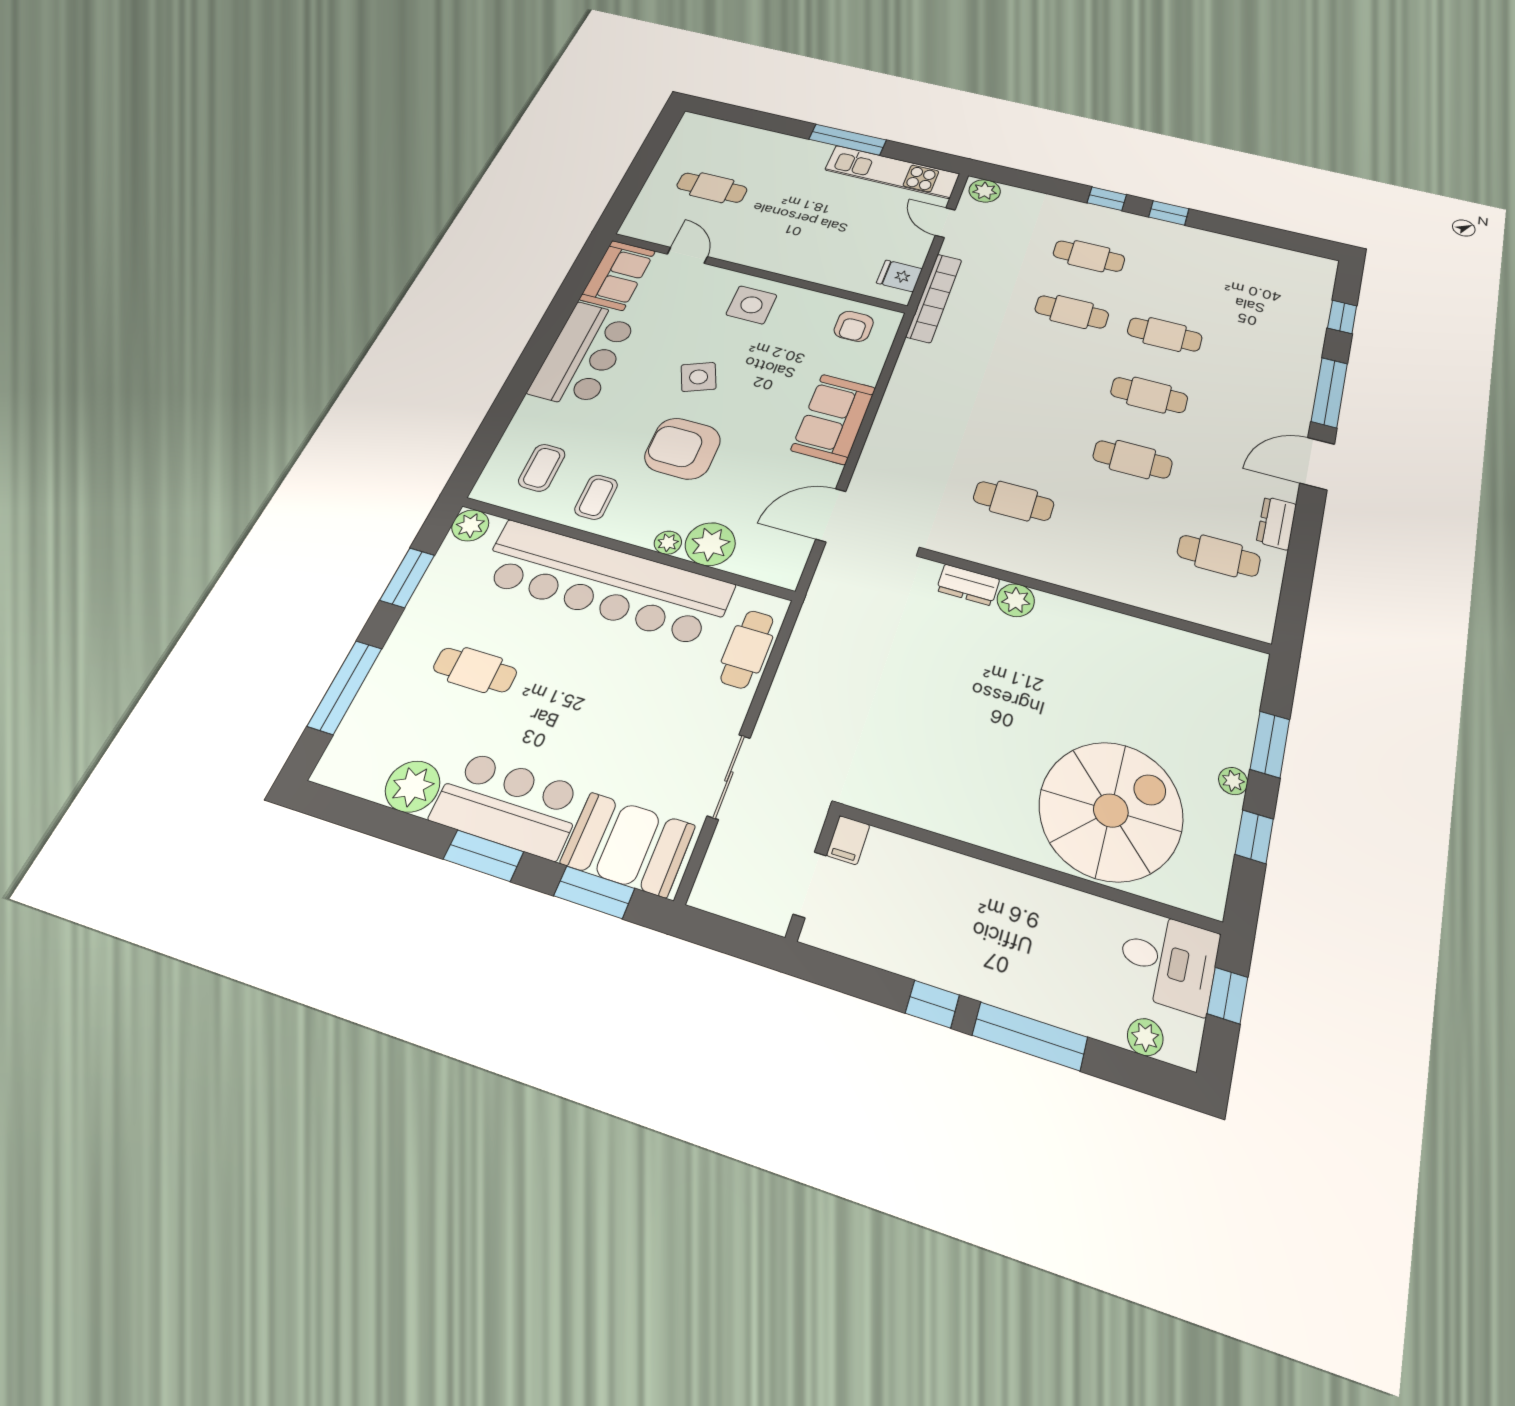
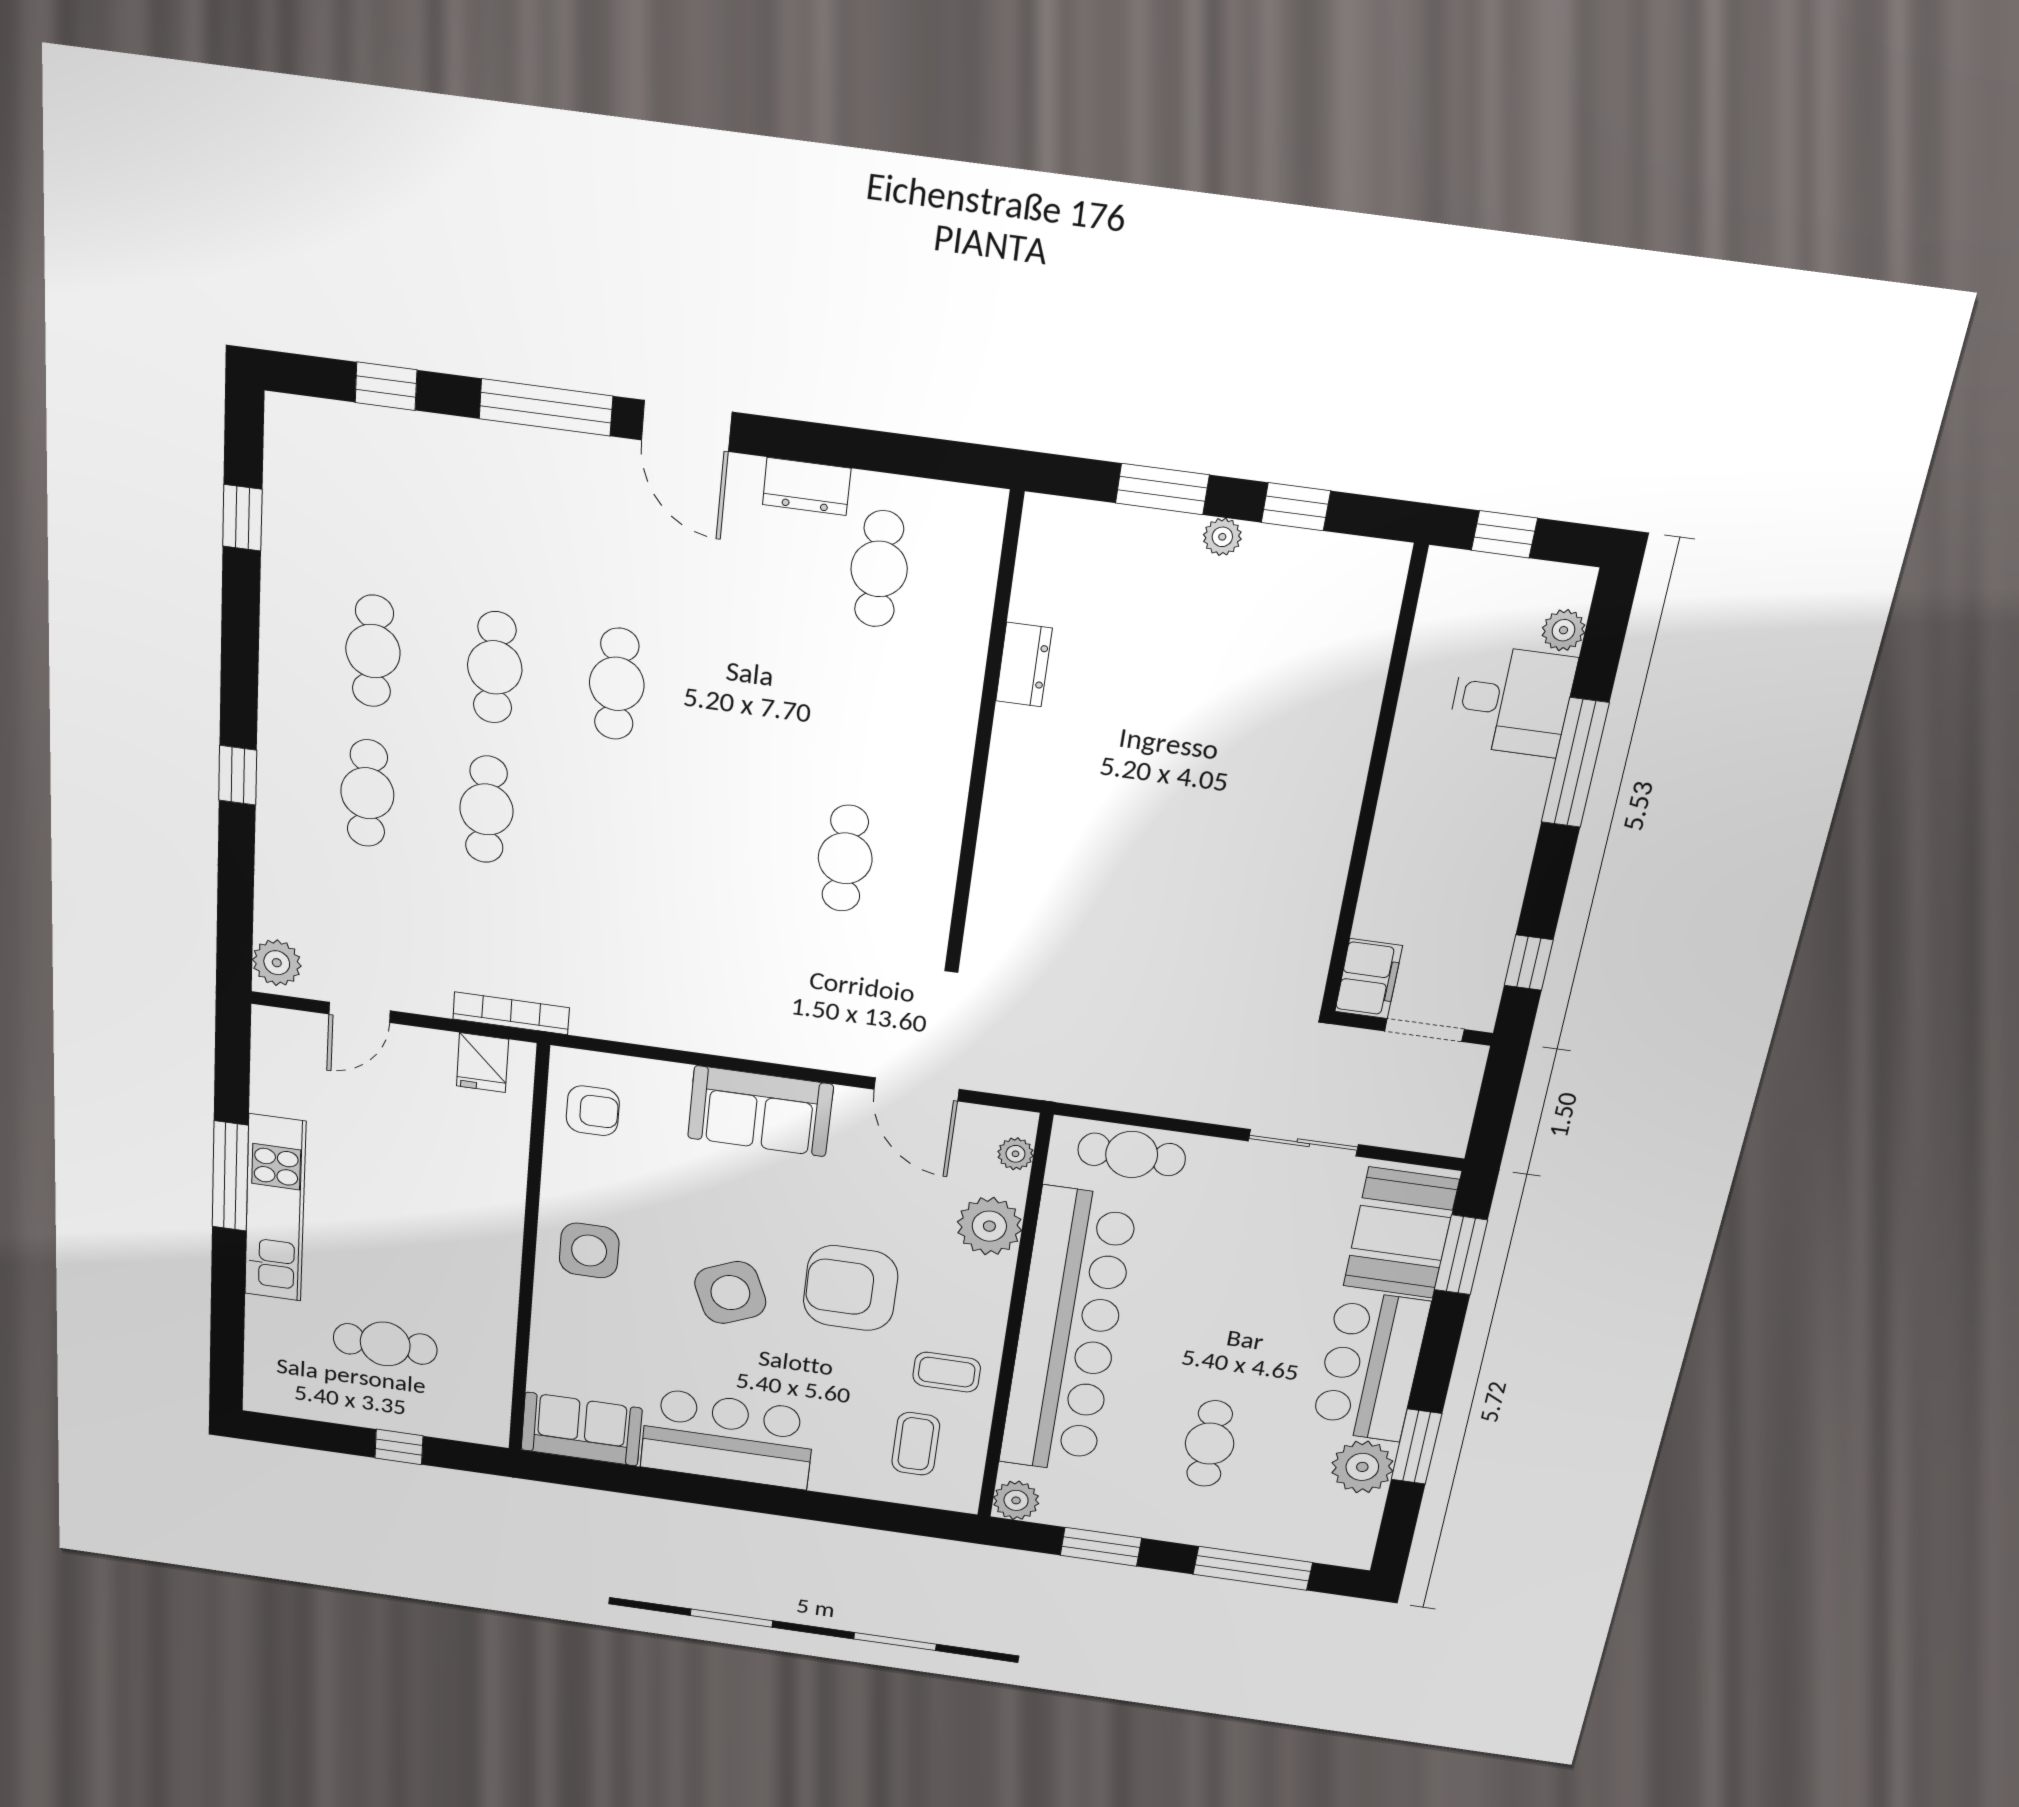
kitchen unit: (892, 172) -> (275, 1208), moved
window: (635, 179) -> (399, 1447), added
cafe table: (712, 188) -> (385, 1344), turned 90
window: (1169, 213) -> (242, 518), moved
door: (687, 255) -> (522, 1350), removed
bookcase: (934, 298) -> (511, 1013), width x0.68, depth x0.76
side table: (699, 377) -> (730, 1293), width x1.37, depth x1.37
armchair: (683, 448) -> (851, 1288), turned 90
cafe table: (1132, 459) -> (373, 651), moved
coffee table: (542, 468) -> (916, 1444), turned 90
plant: (668, 543) -> (1015, 1154), moved
dresser: (968, 585) -> (1024, 665), moved
plant: (1016, 600) -> (1002, 839), removed
spiral stairs: (1111, 811) -> (1285, 691), removed
filing cabinet: (848, 840) -> (1369, 979), width x2.00
window: (484, 856) -> (1416, 1447), moved
desk: (1168, 961) -> (1511, 701), moved, turned 90
window: (932, 1004) -> (1529, 963), moved

